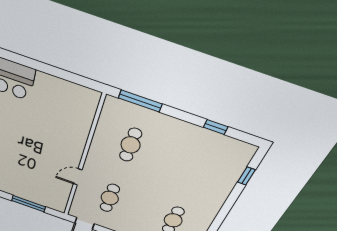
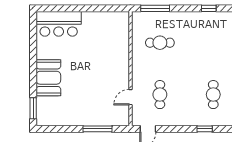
cafe table: (130, 145) -> (160, 43), turned 90
door: (78, 177) -> (130, 97), moved

